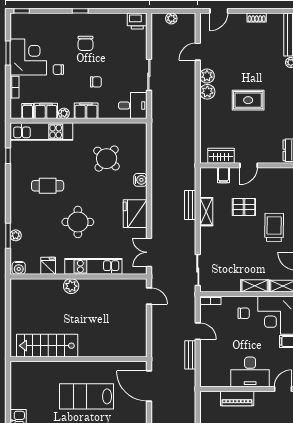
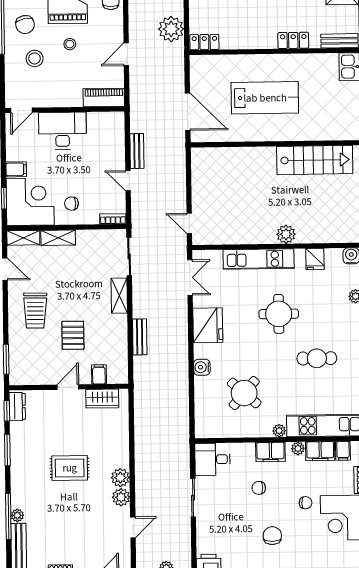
plant: (79, 128) -> (279, 431), added
pallet: (244, 207) -> (73, 335), turned 90
shelving: (206, 212) -> (119, 296), moved
piano: (237, 398) -> (104, 97), moved

